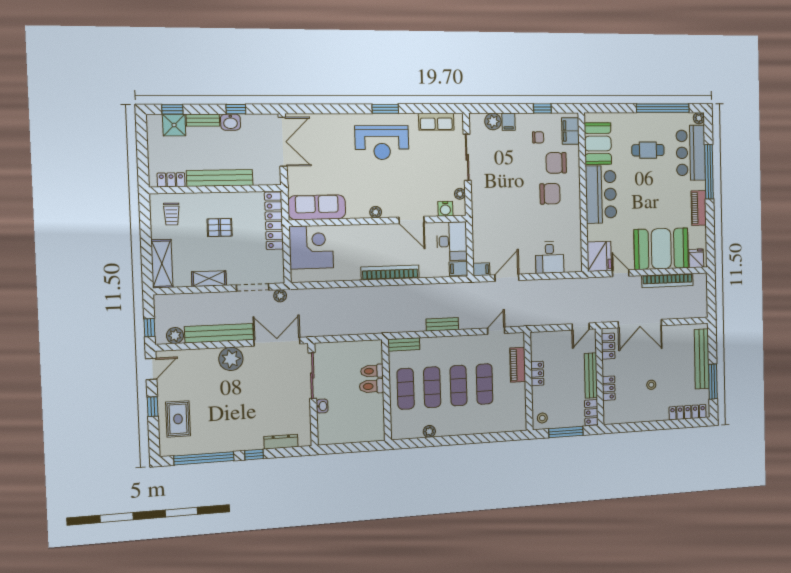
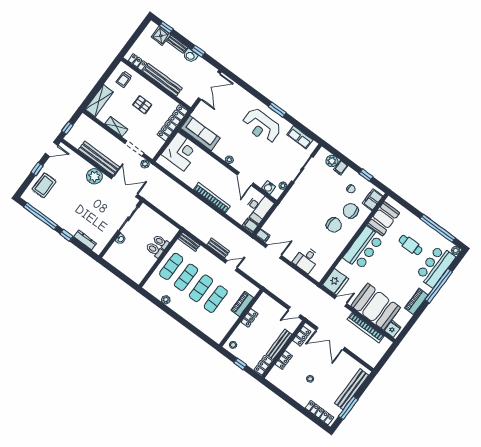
door: (621, 273) -> (341, 301), hinge flipped
door: (496, 331) -> (231, 265), moved
plant: (175, 336) -> (77, 142), removed
window: (566, 432) -> (240, 364), width x0.46

